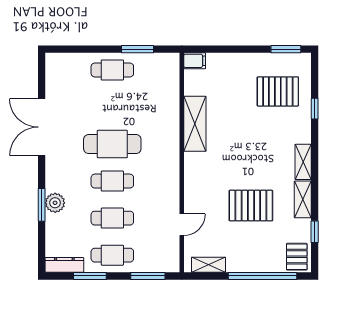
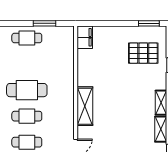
filing cabinet: (195, 61) -> (85, 37), width x2.00
shelving: (195, 124) -> (85, 106), moved
pallet: (251, 206) -> (124, 133), removed

